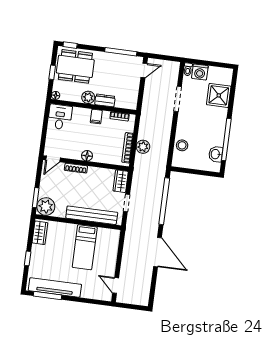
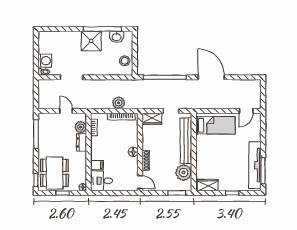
door: (144, 70) -> (66, 111), moved
shower: (219, 95) -> (91, 41), moved
plant: (88, 97) -> (81, 127), moved
filing cabinet: (96, 117) -> (97, 165), moved
stool: (182, 145) -> (125, 61), moved
plant: (46, 207) -> (184, 173), moved
bed: (85, 247) -> (215, 125), moved
door: (158, 252) -> (211, 77), hinge flipped

